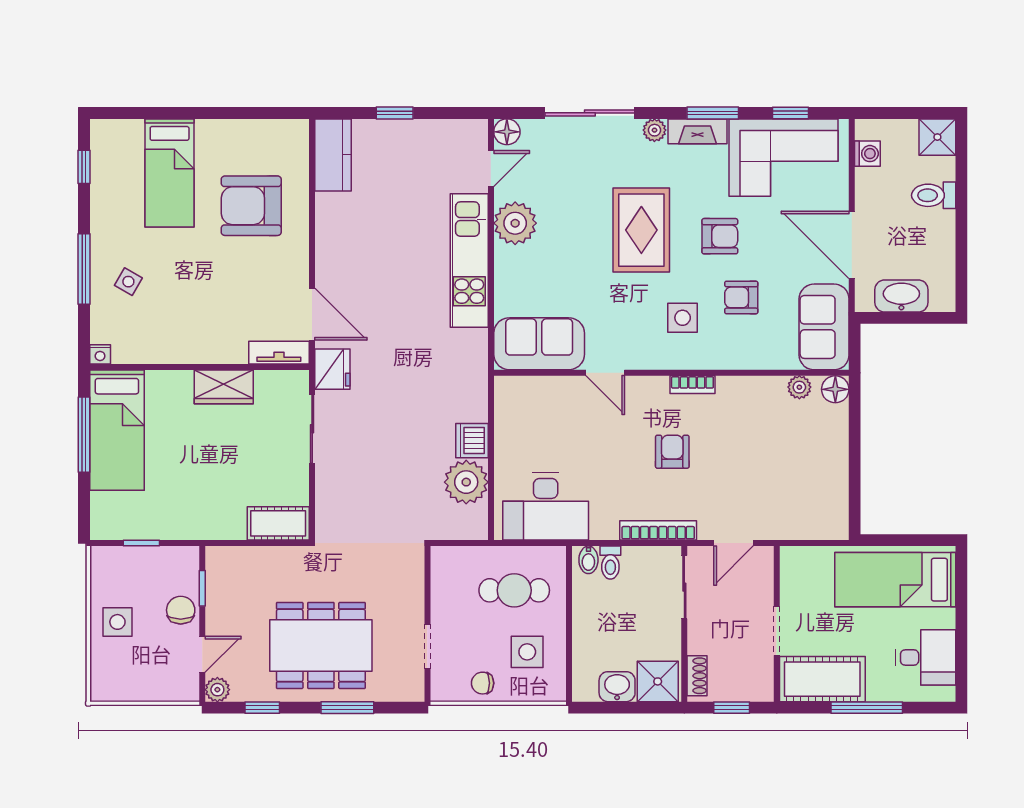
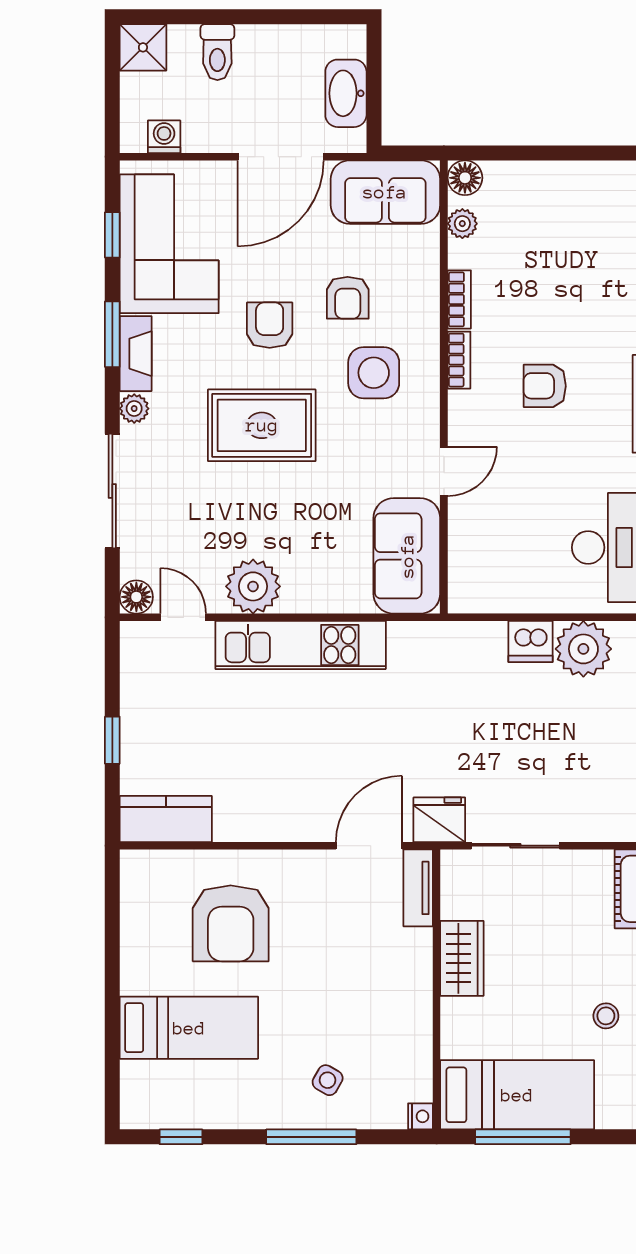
side table: (683, 318) -> (374, 373), width x1.37, depth x1.37
bookcase: (740, 385) -> (459, 299), added
stool: (179, 500) -> (606, 1016), added

